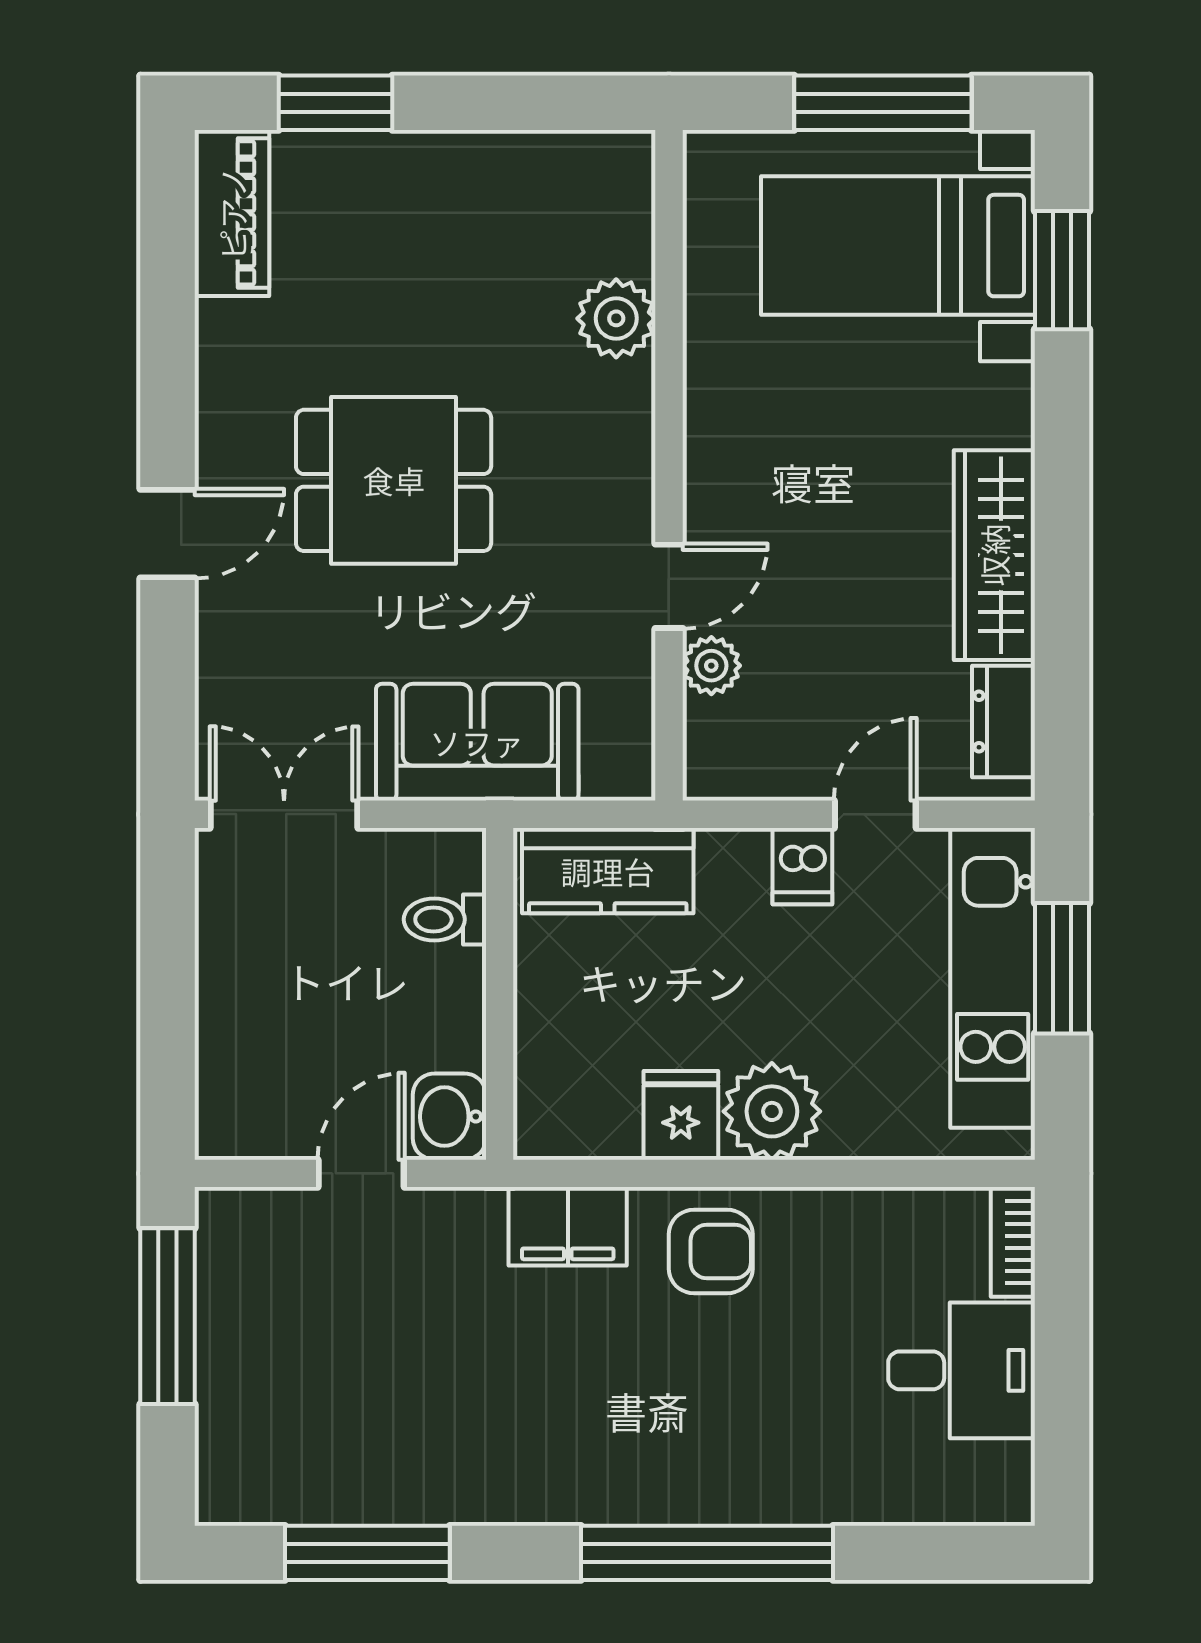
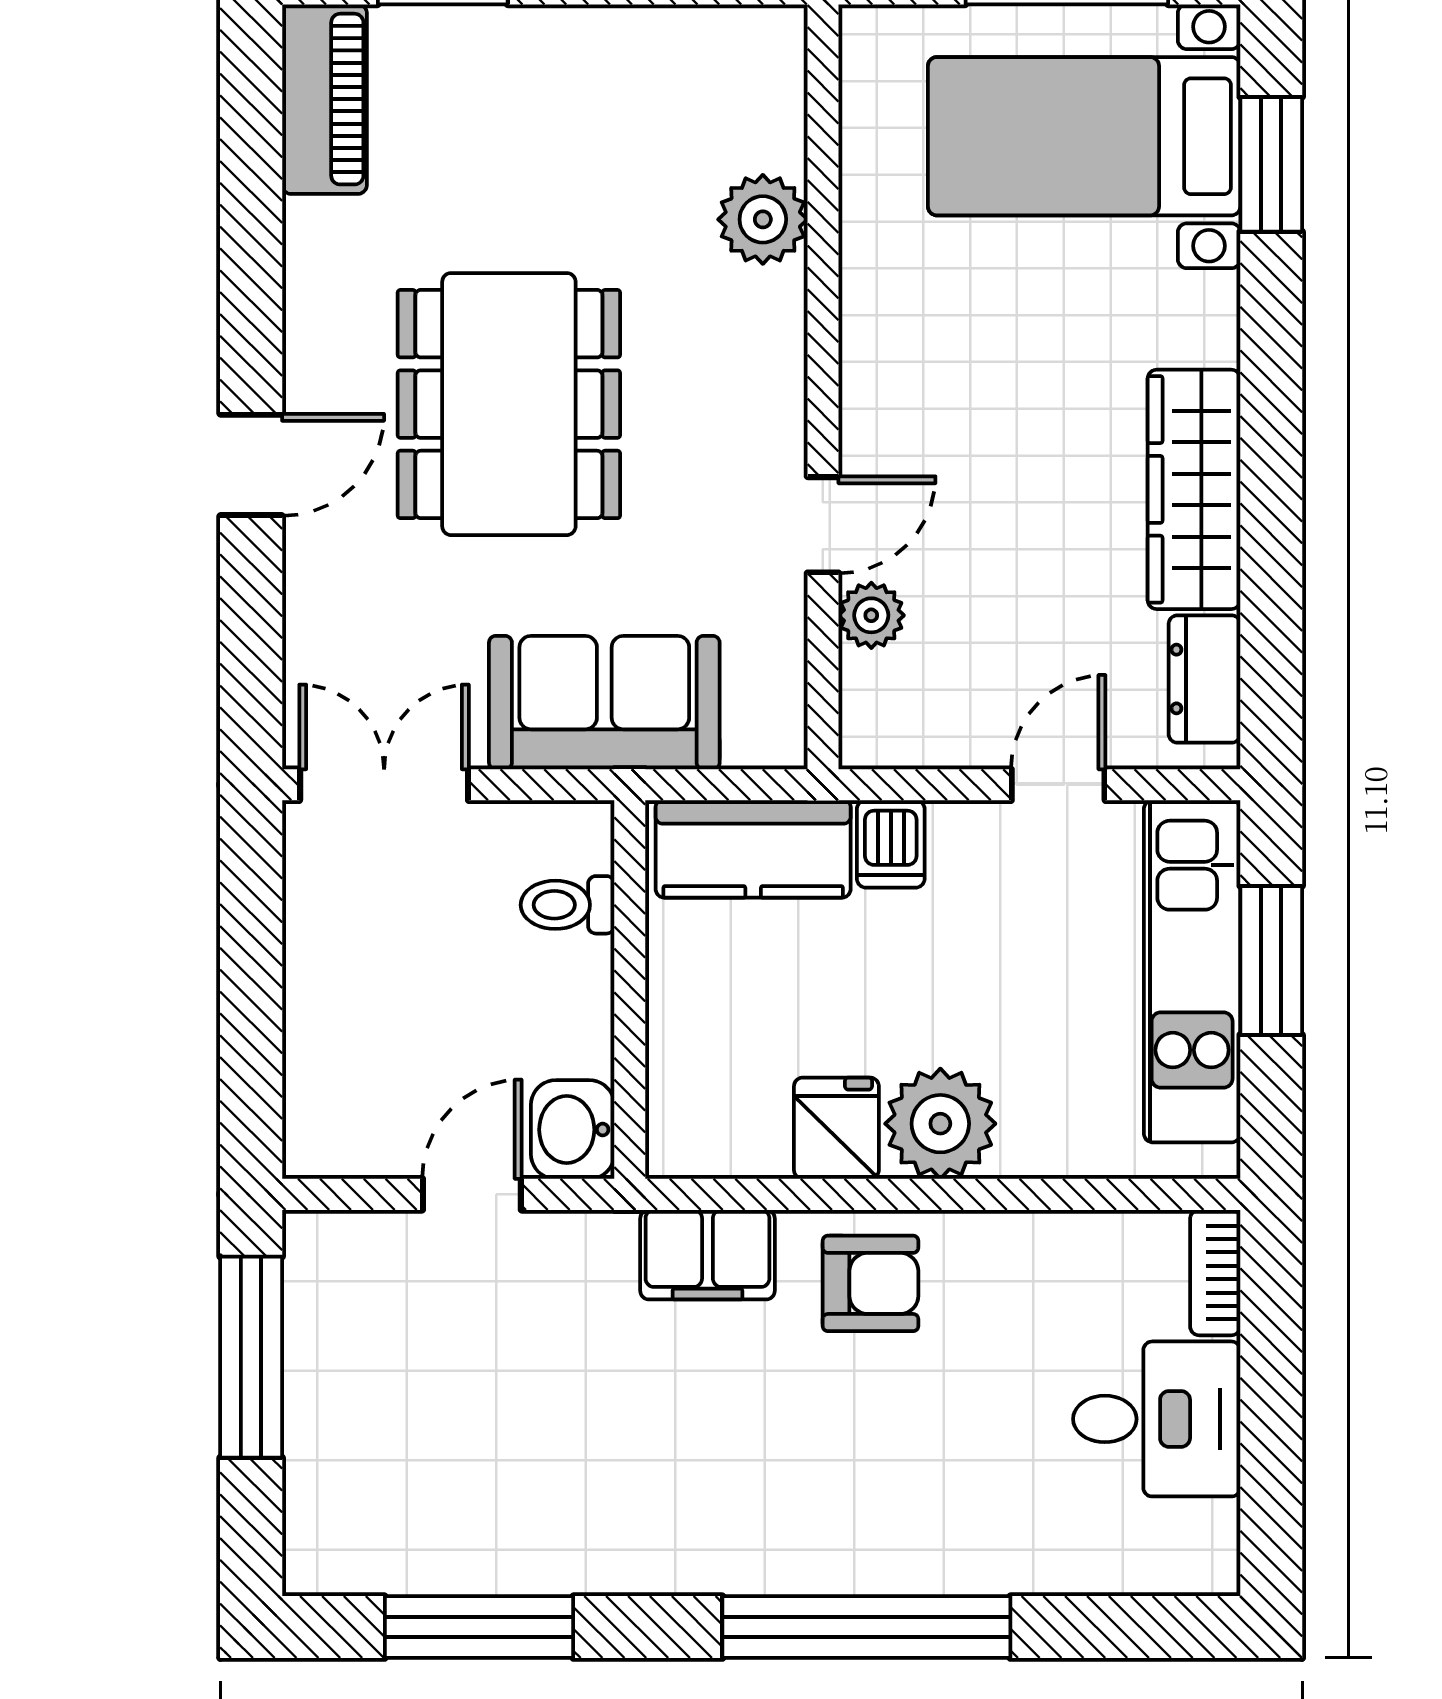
dining table: (394, 480) -> (509, 404), width x1.38
dishwasher: (802, 866) -> (891, 844), moved

